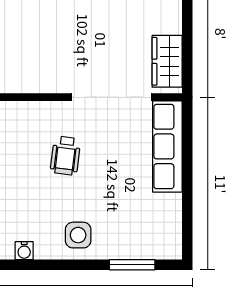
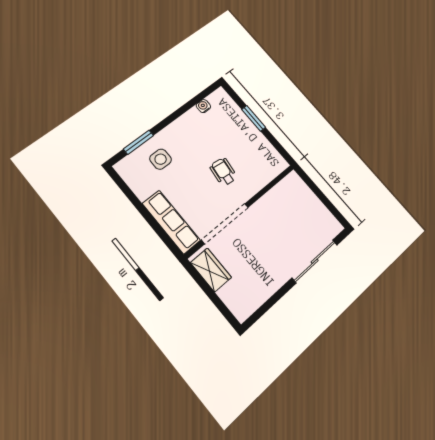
side table: (78, 235) -> (161, 159), moved

